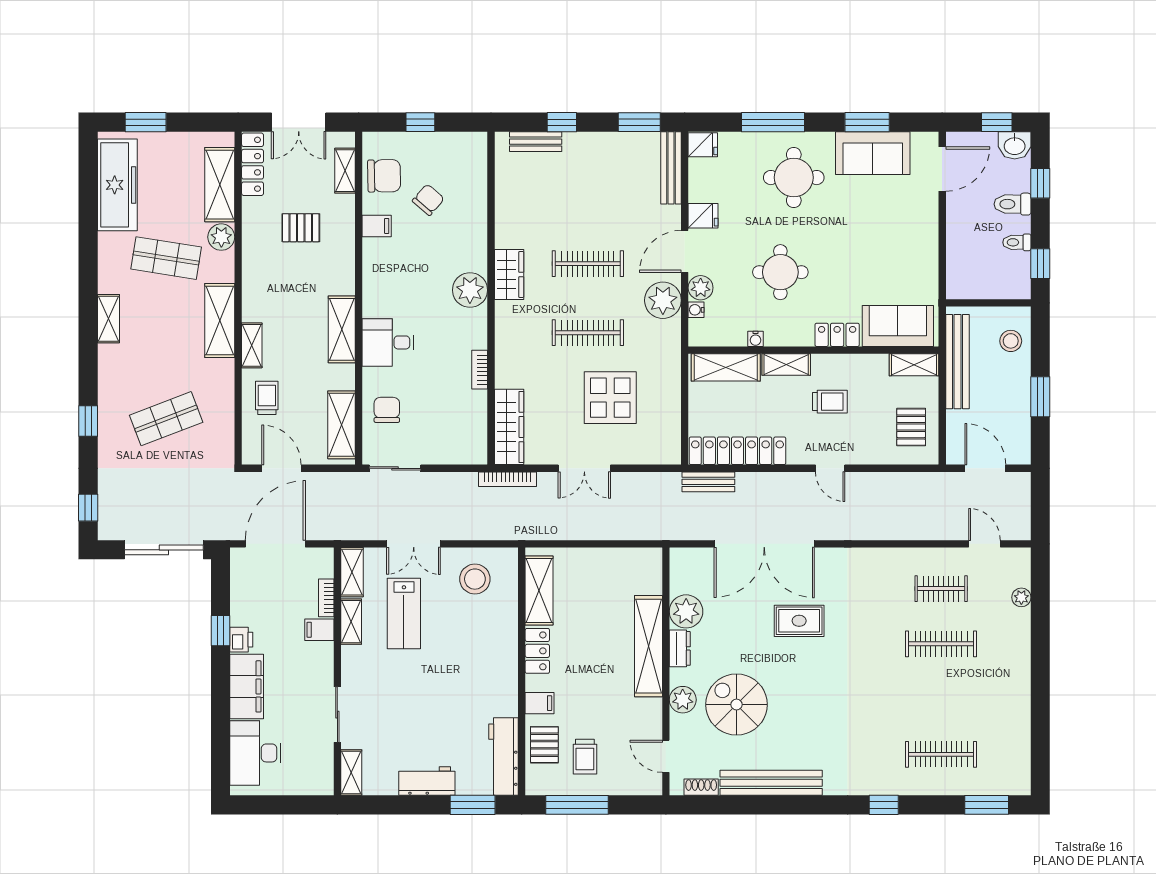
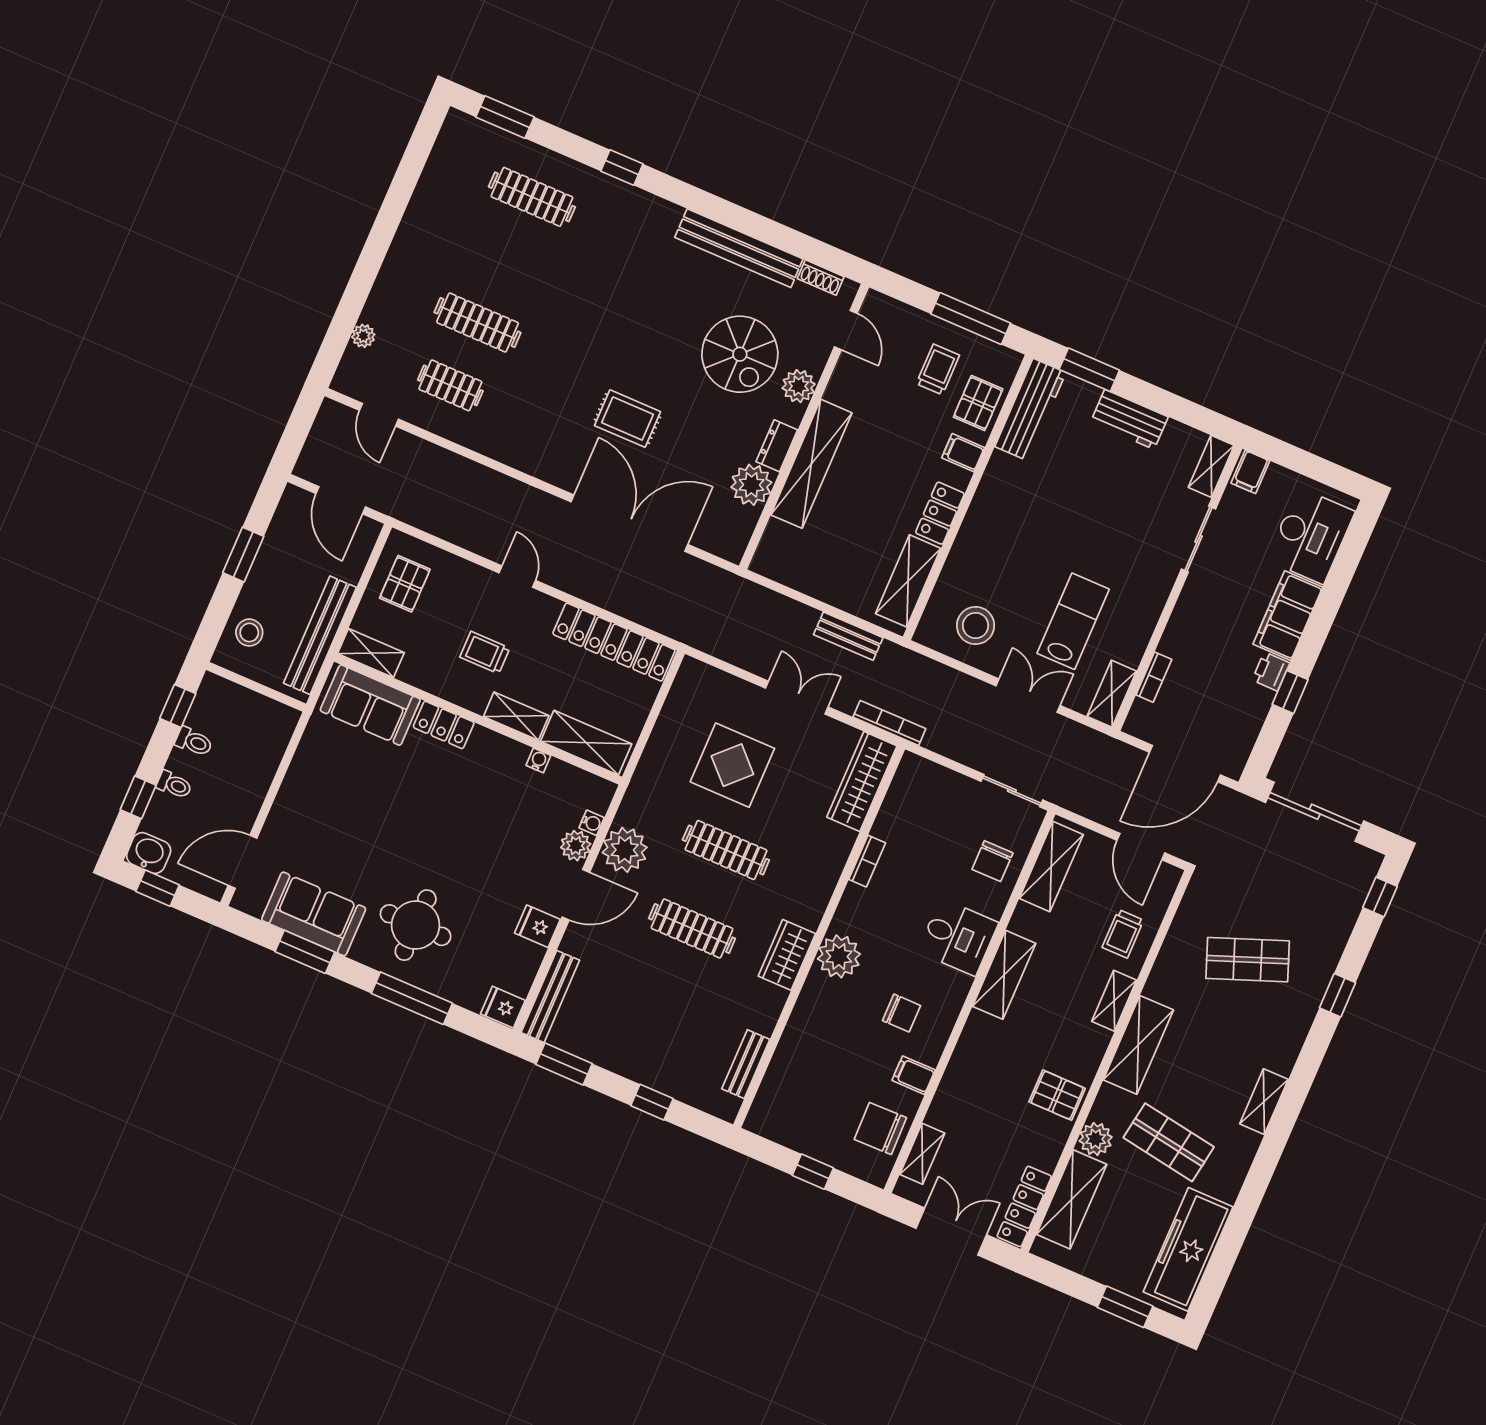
bench: (536, 142) -> (746, 1064), moved, turned 90
chair: (428, 200) -> (902, 1013), moved, turned -131
toilet: (1012, 204) -> (174, 785), width x0.73, depth x0.72
pallet: (301, 228) -> (1057, 1095), moved
round table: (780, 272) -> (477, 824), removed
bench: (708, 482) -> (848, 636), moved
shelving: (351, 622) -> (1137, 638), removed
filing cabinet: (319, 630) -> (1250, 472), moved, turned 90

